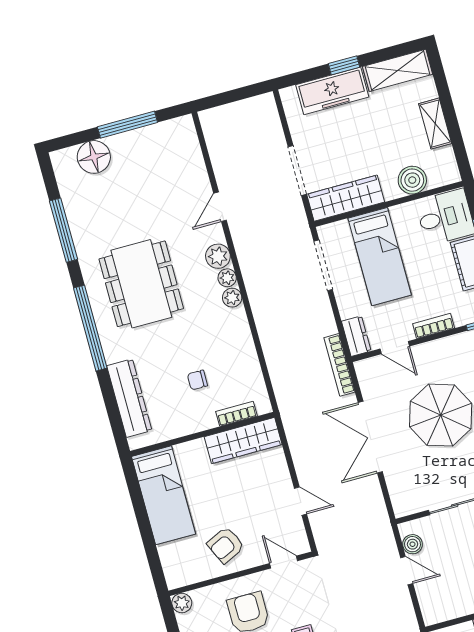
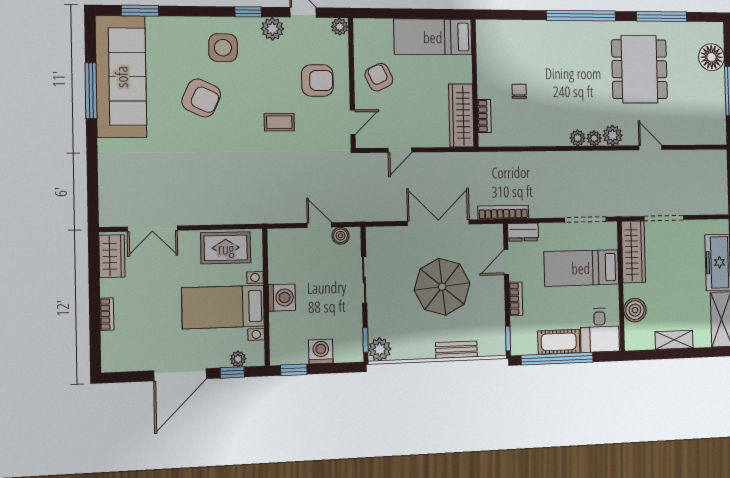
dining table: (141, 284) -> (639, 69), moved, turned 90
dresser: (129, 398) -> (518, 31), removed
door: (407, 571) -> (319, 225), swing flipped

